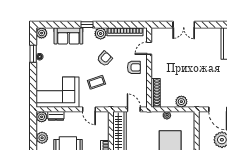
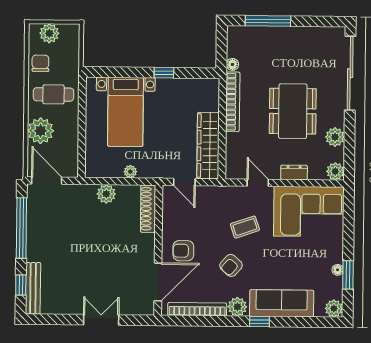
sofa: (68, 36) -> (282, 303), width x1.36
door: (149, 48) -> (158, 282), width x1.88
dresser: (56, 116) -> (294, 172), moved

